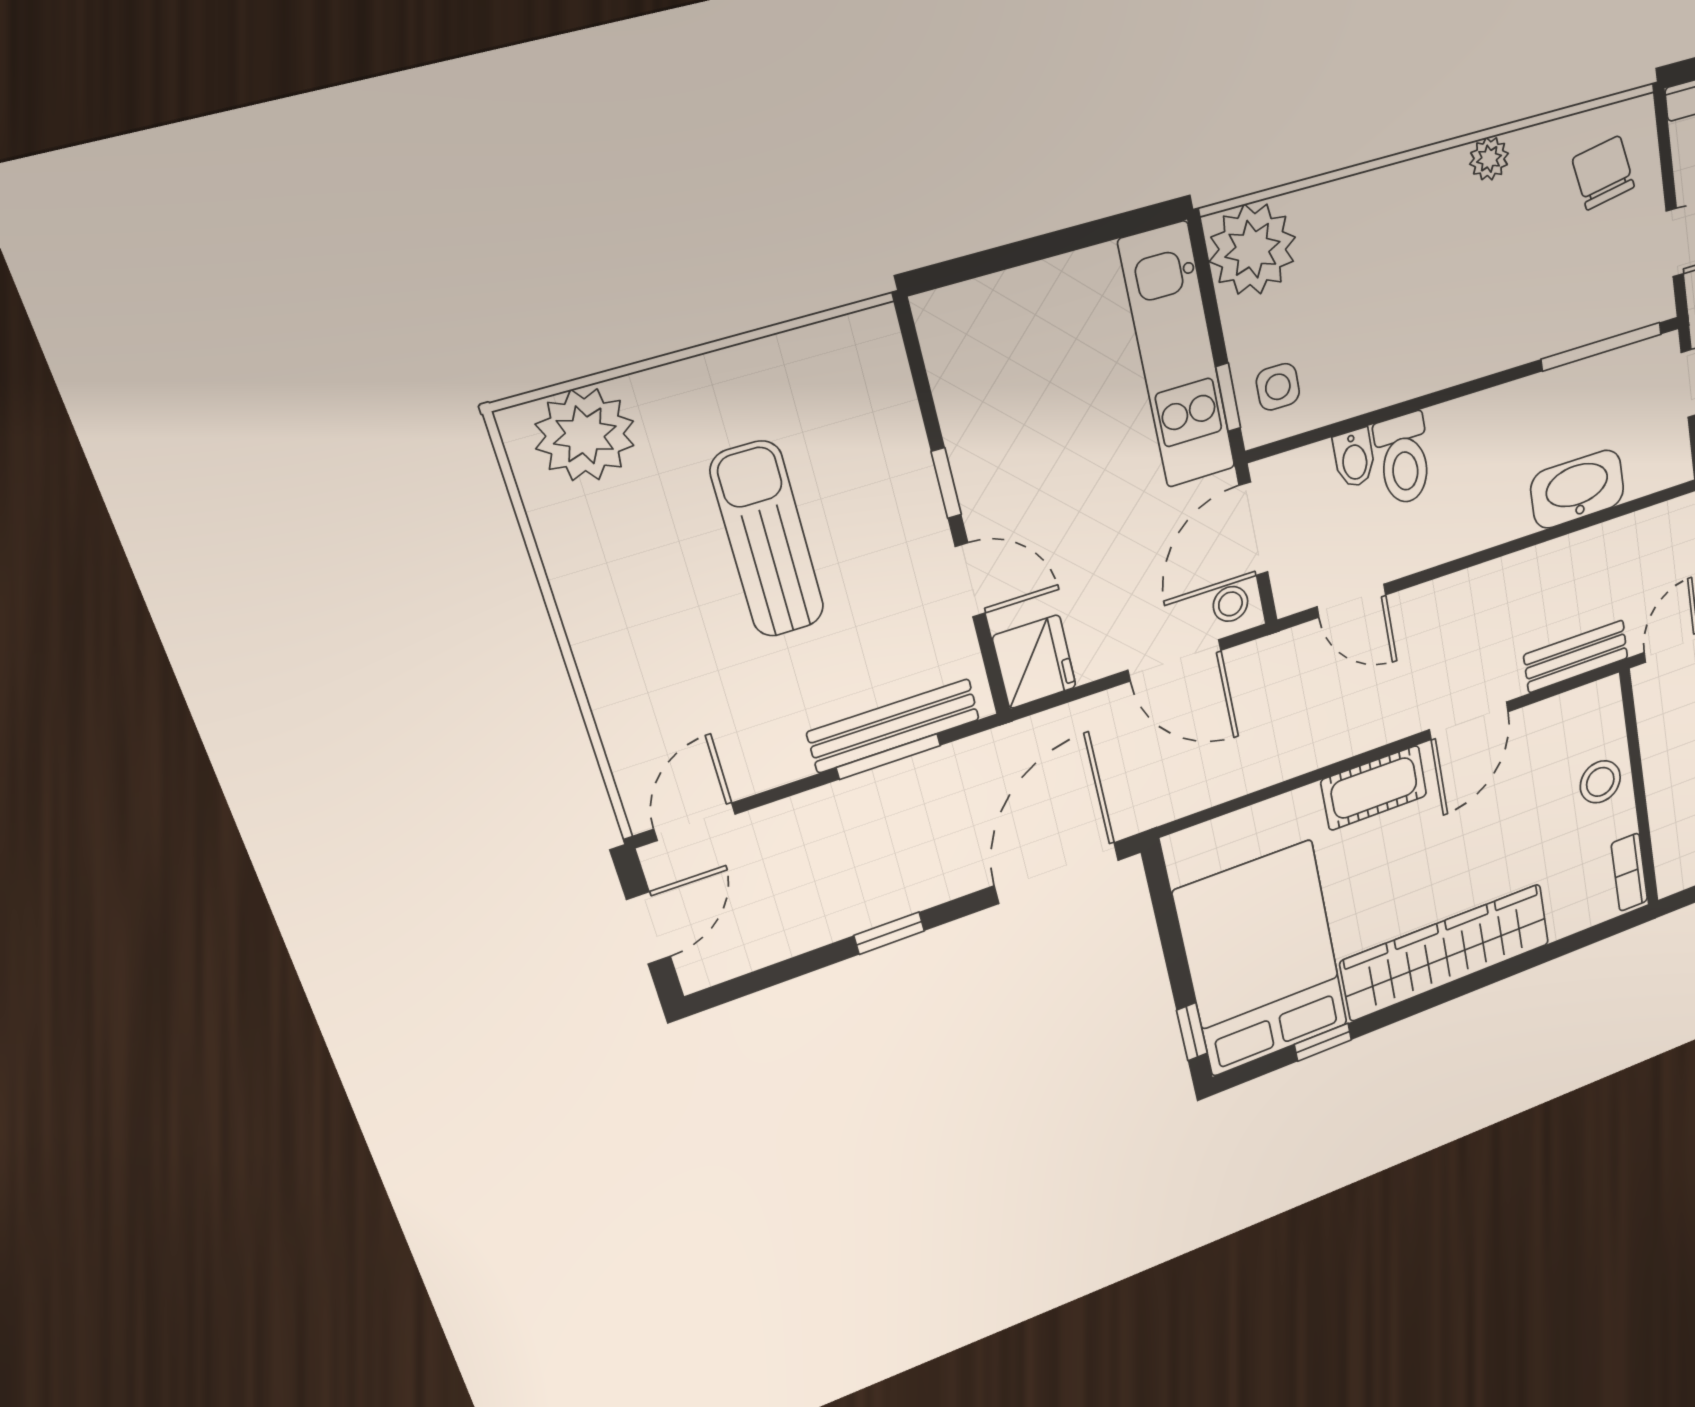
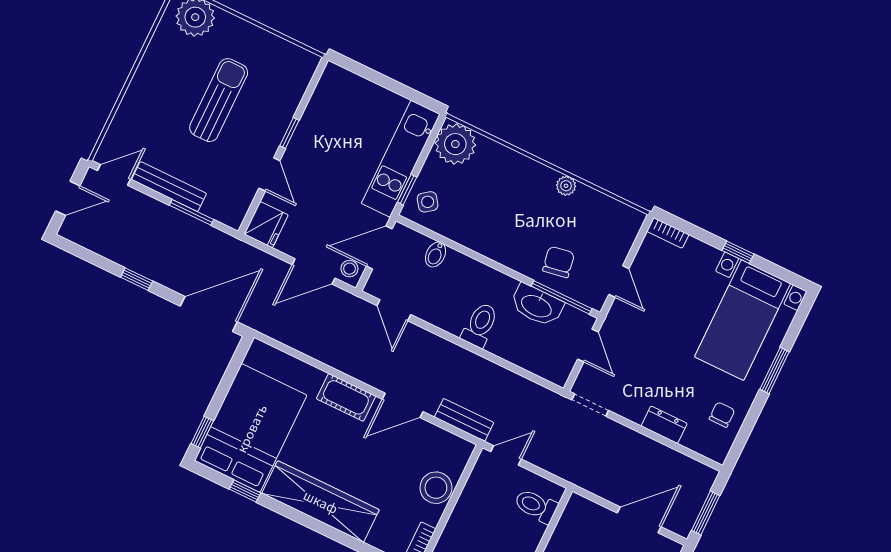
chair: (1603, 173) -> (559, 262), moved
side table: (1278, 387) -> (428, 202), turned -36
toilet: (1404, 459) -> (480, 325), moved, turned 180
washbasin: (1577, 489) -> (537, 305), moved, turned 180
door: (1175, 660) -> (314, 271), hinge flipped
bench: (894, 726) -> (169, 187), moved
stool: (1600, 782) -> (436, 488), width x1.38, depth x1.38

